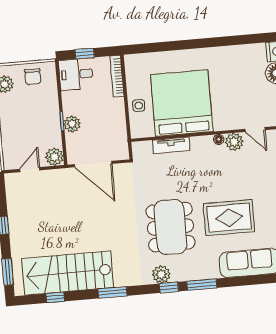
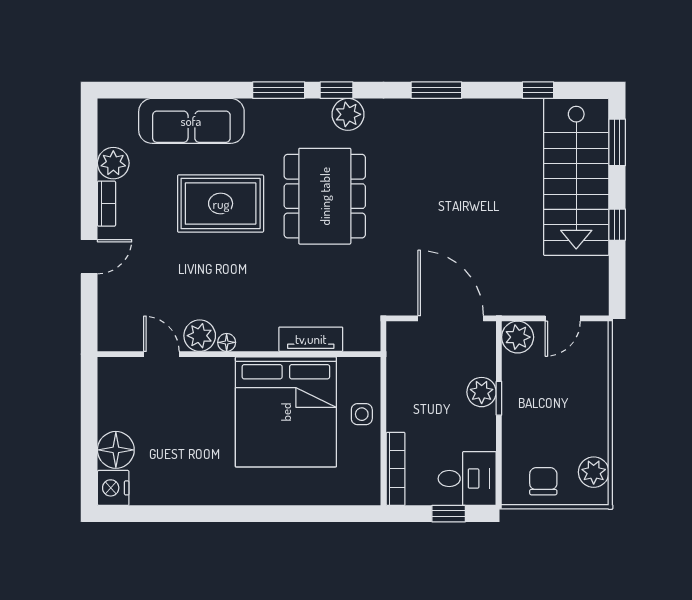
stairs: (68, 273) -> (576, 177), moved, turned 90

